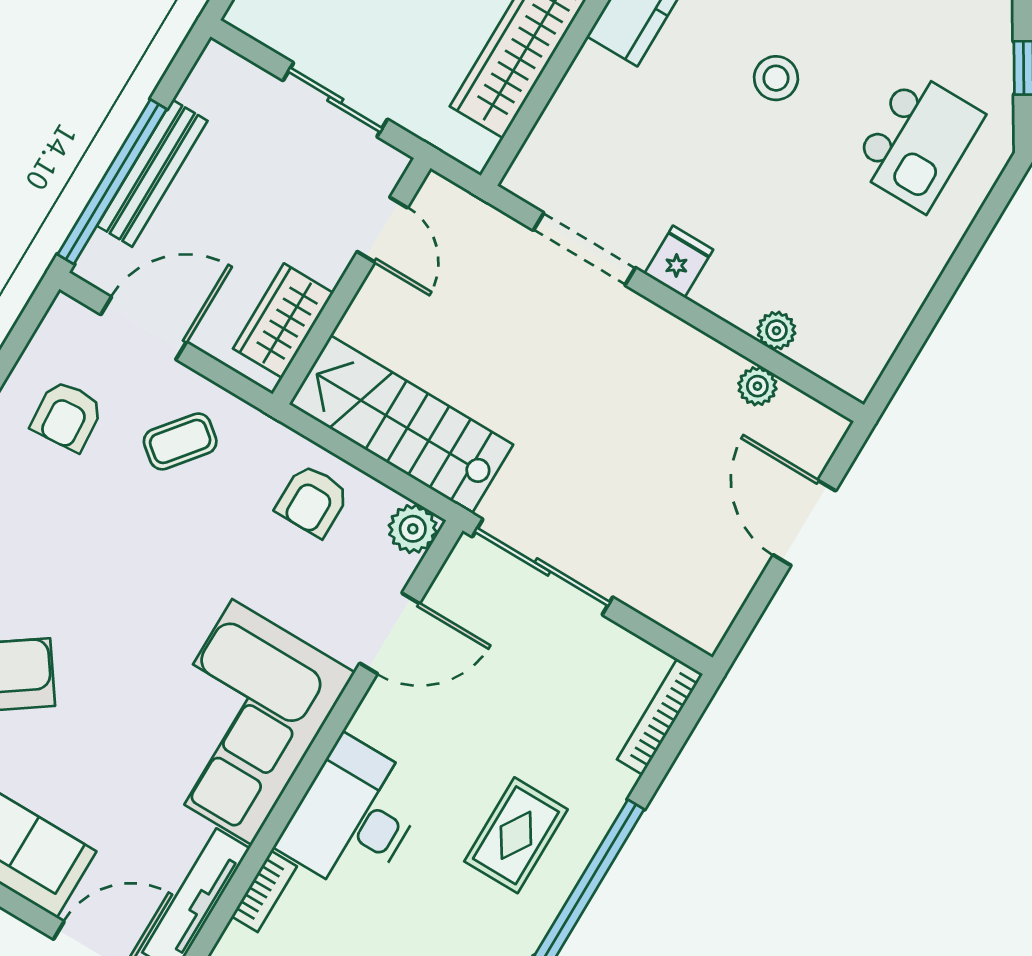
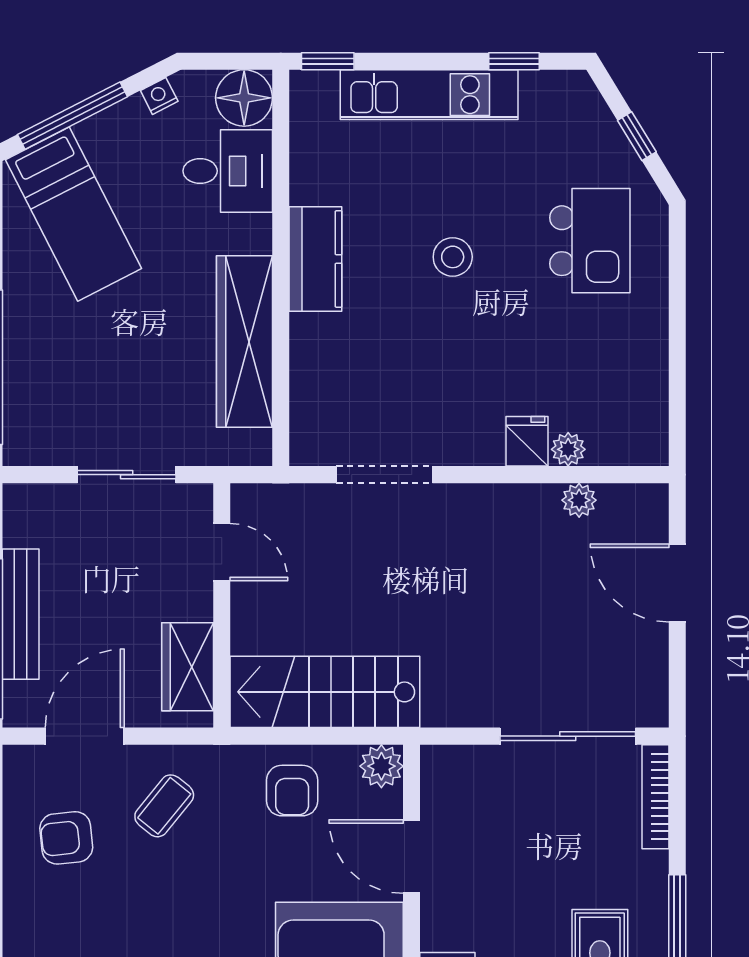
fridge: (679, 262) -> (527, 441), moved
armchair: (67, 416) -> (66, 838), turned 88
sliding door: (543, 567) -> (568, 736), moved
door: (390, 633) -> (412, 857), swing flipped

